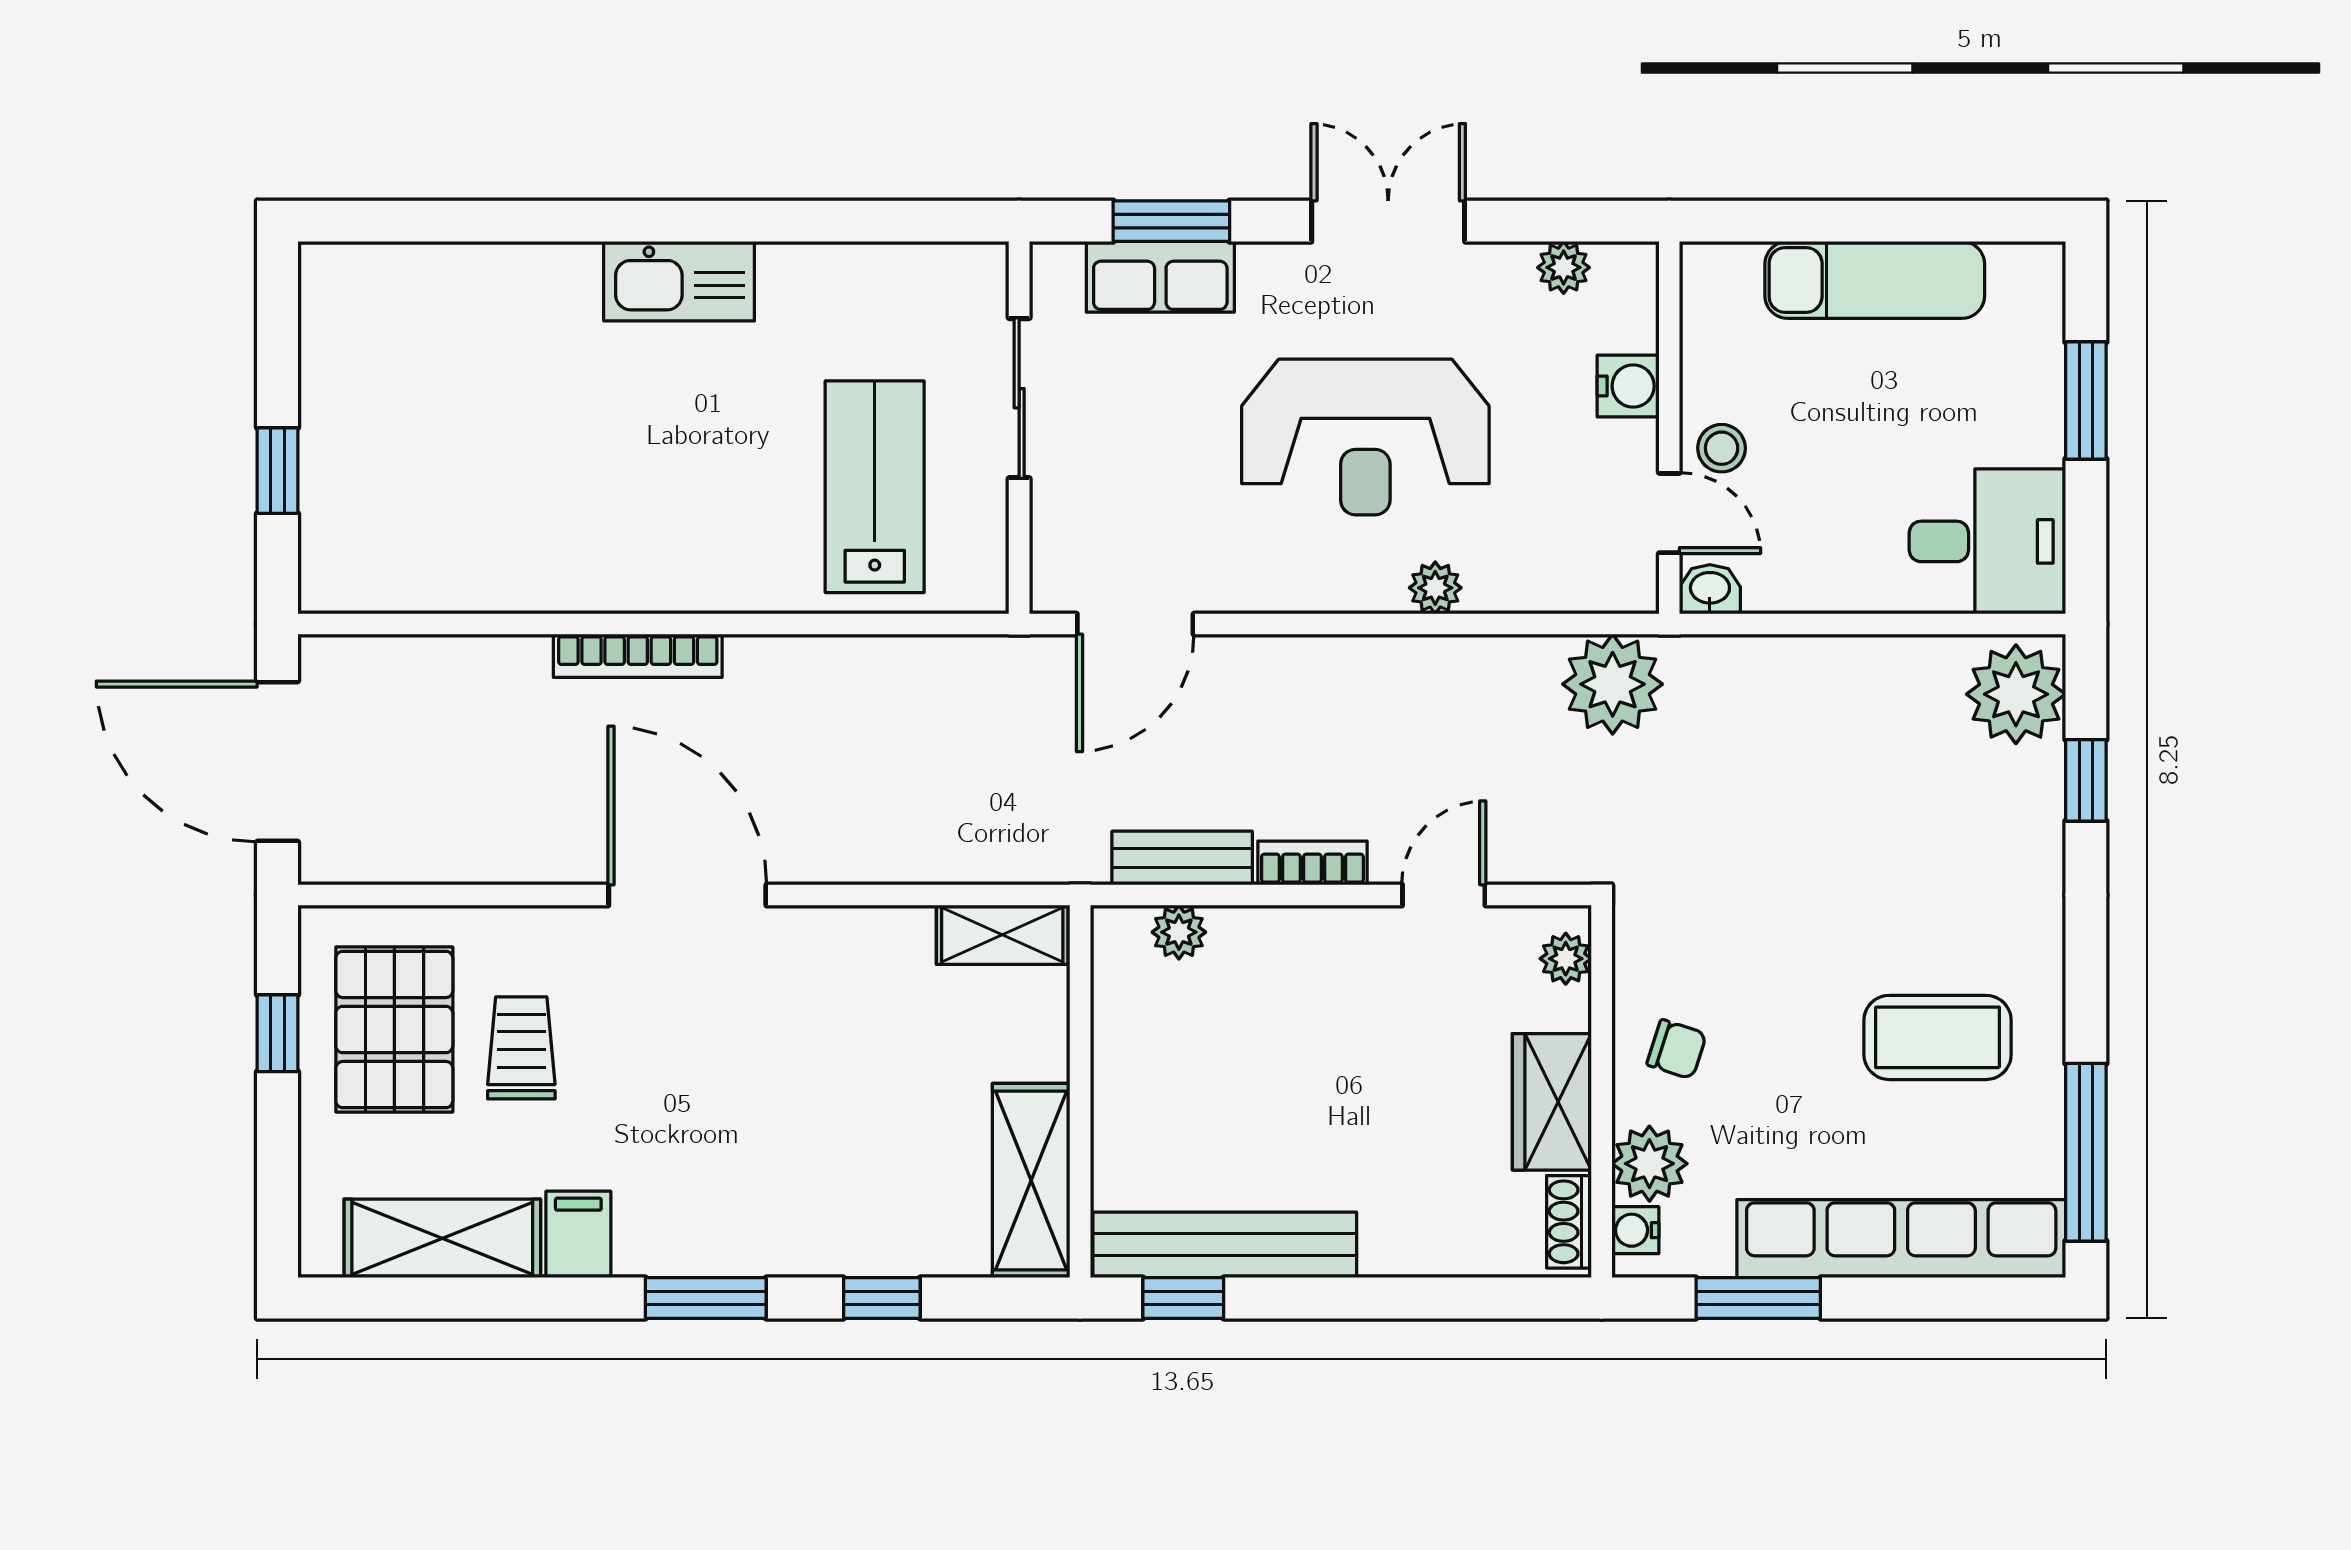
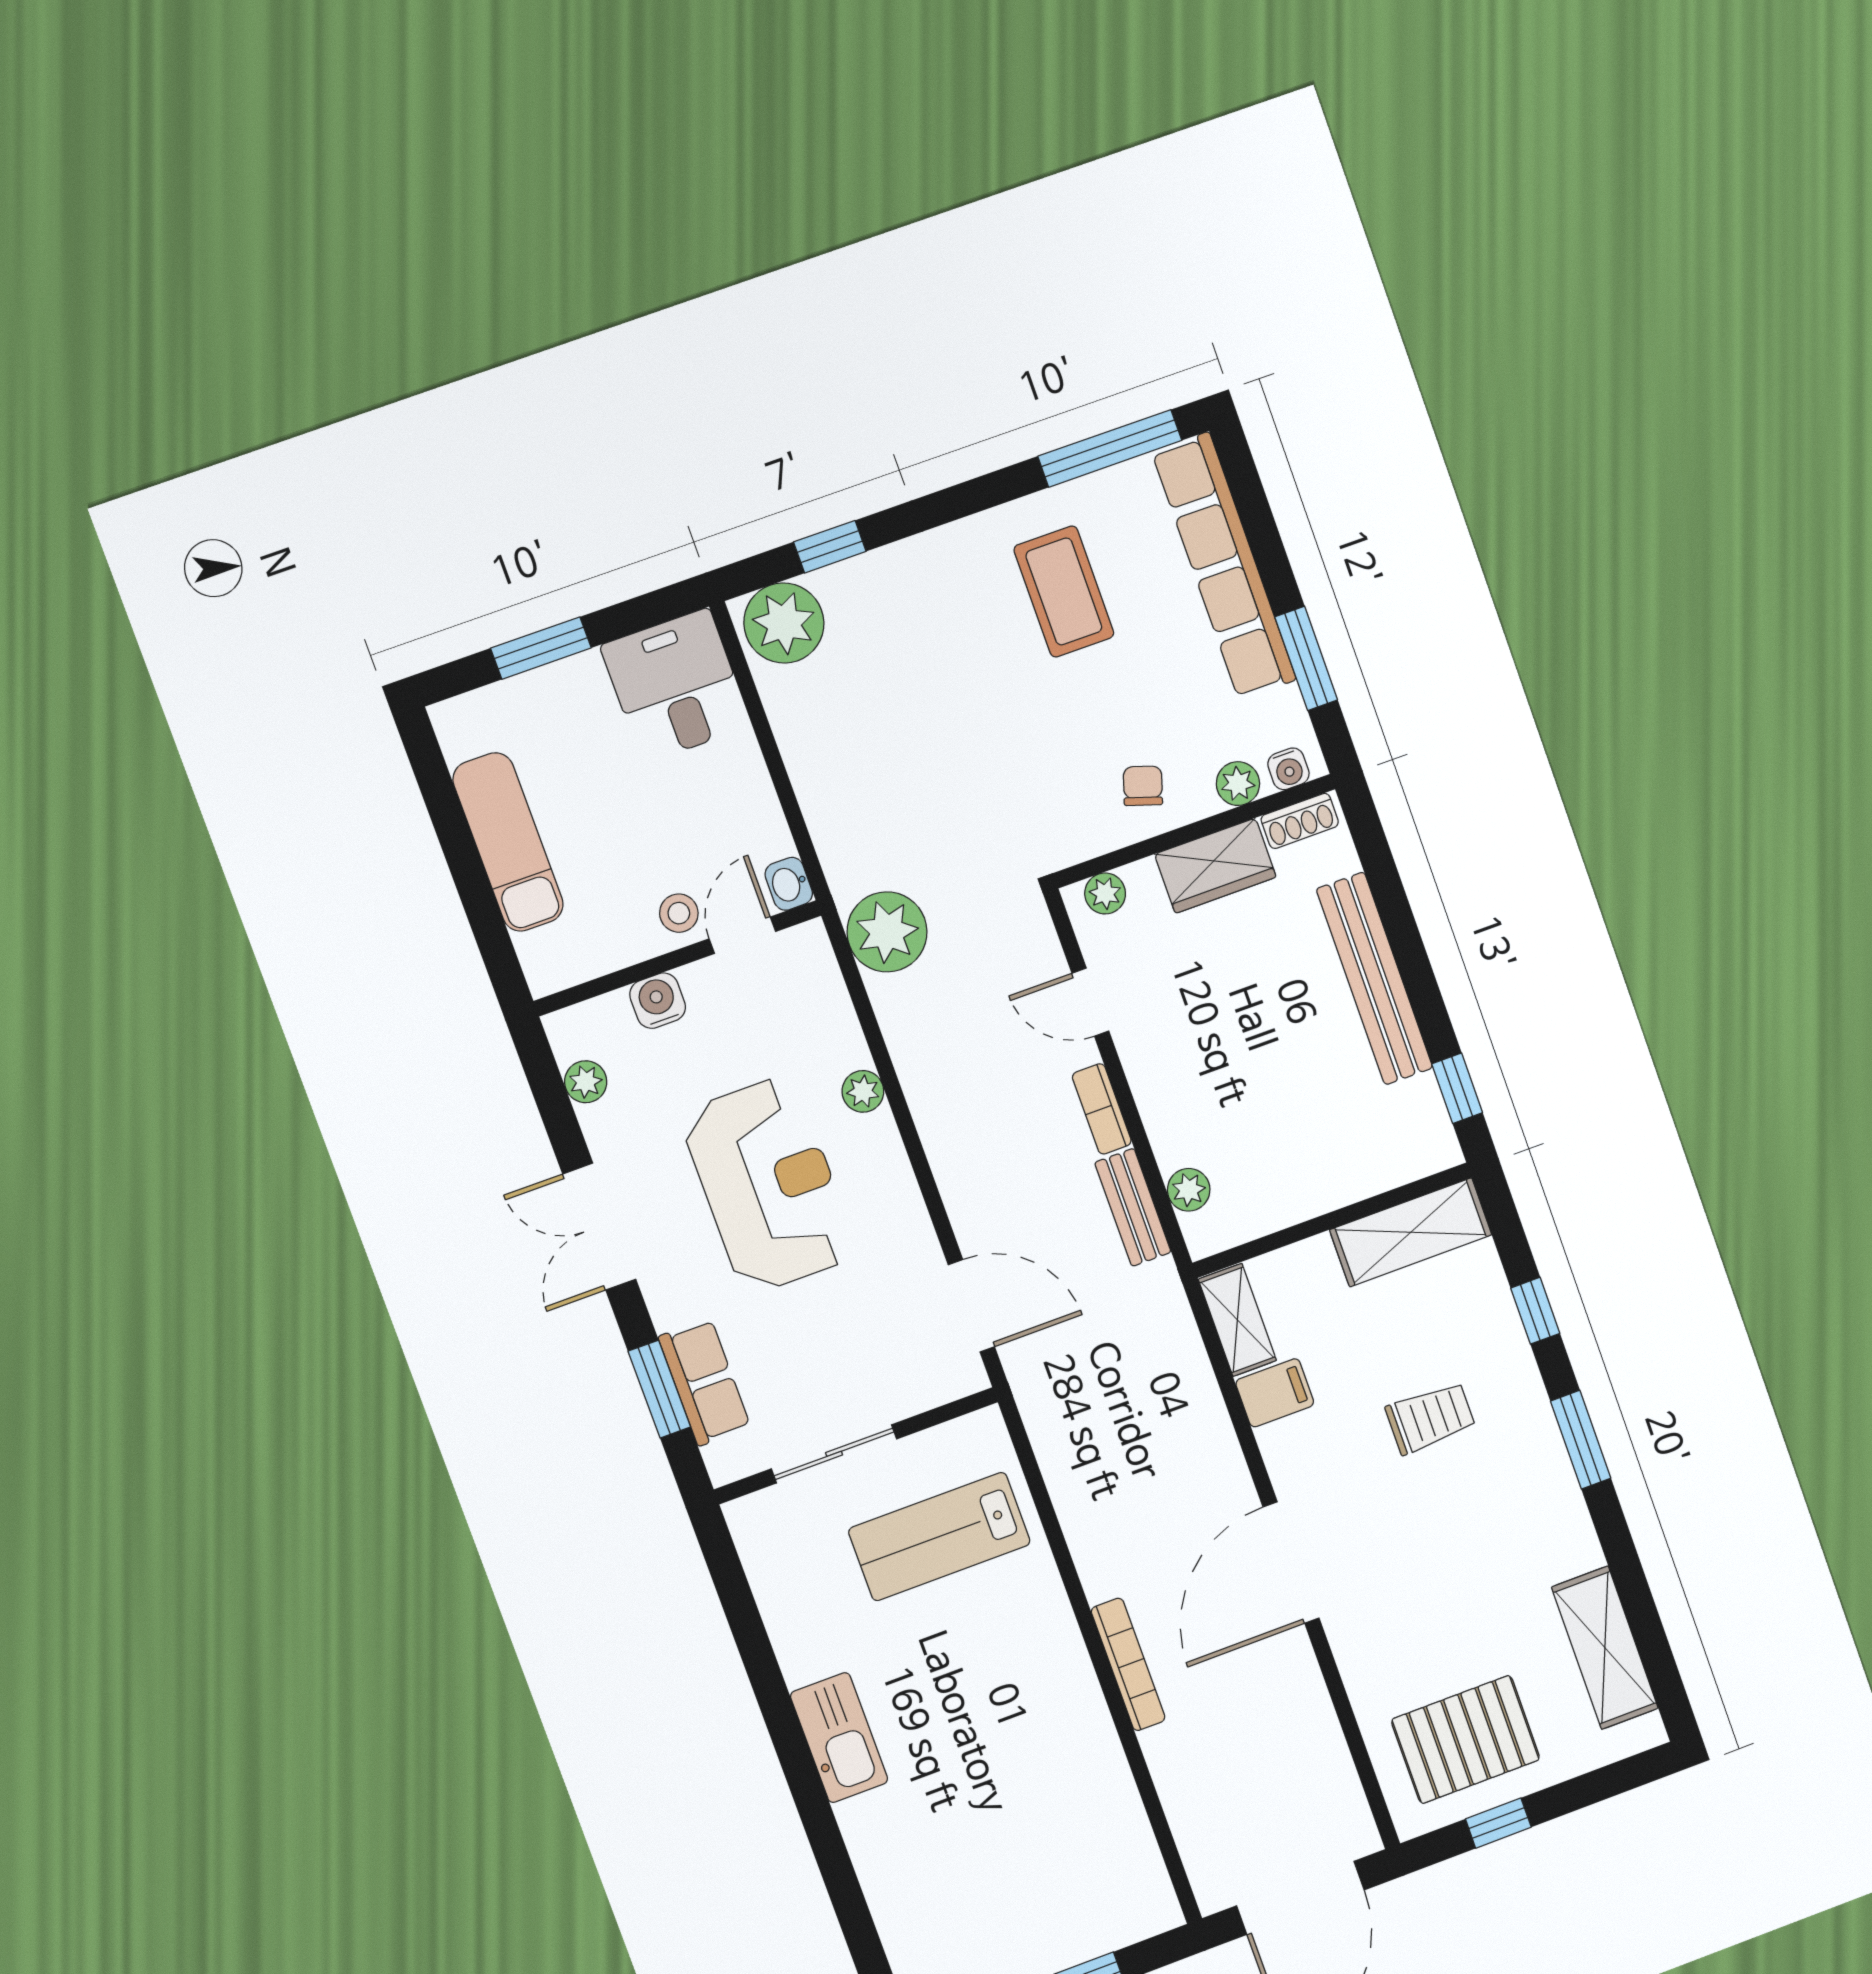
trolley: (521, 1048) -> (1430, 1418), moved, turned 180
plant: (1649, 1164) -> (1238, 784), width x0.73, depth x0.73
filing cabinet: (578, 1234) -> (1275, 1393), moved, turned 180
bench: (1225, 1245) -> (1375, 979), moved

